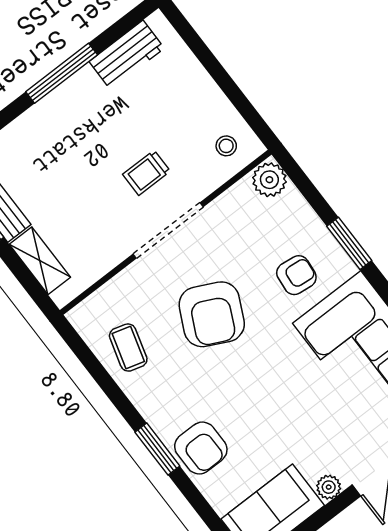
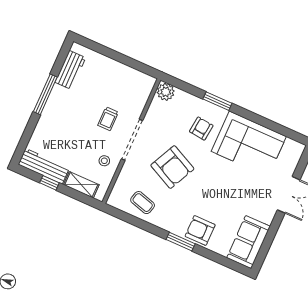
stool: (226, 146) -> (104, 161), moved
armchair: (201, 448) -> (200, 230), turned 180
plant: (329, 487) -> (268, 217), removed

